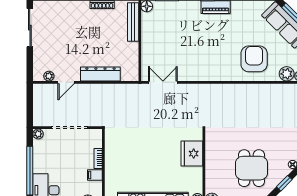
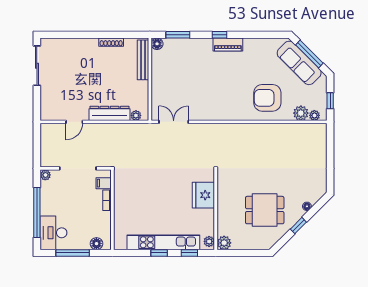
armchair: (254, 59) -> (267, 98), turned -90
plant: (49, 76) -> (136, 115), moved
dining table: (251, 168) -> (265, 210), turned 90
filing cabinet: (95, 175) -> (104, 183), moved

